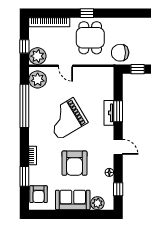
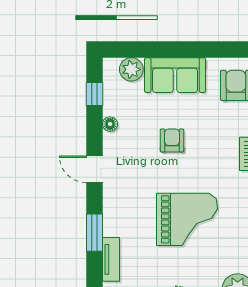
tv unit: (109, 113) -> (111, 259), moved
grand piano: (66, 119) -> (187, 219), turned 31
armchair: (74, 163) -> (172, 140), width x0.53, depth x0.53

